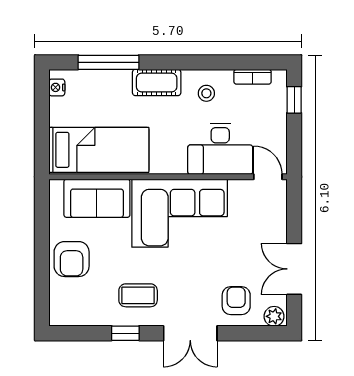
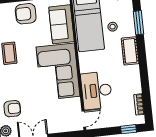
window: (109, 62) -> (138, 23), width x0.69
stool: (206, 93) -> (113, 27), moved

